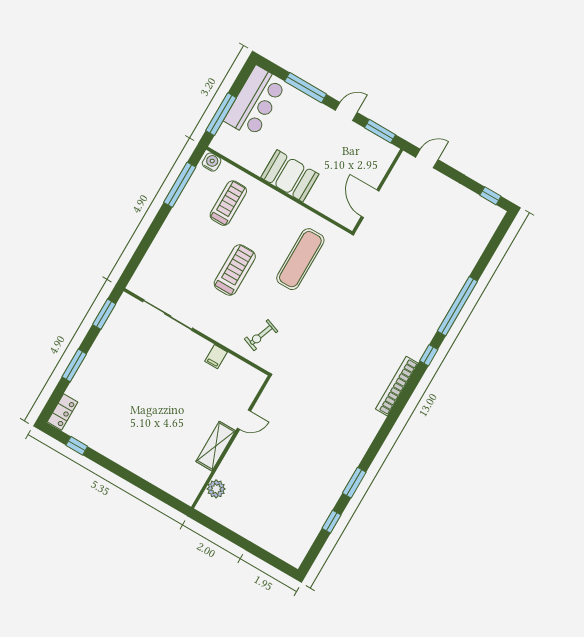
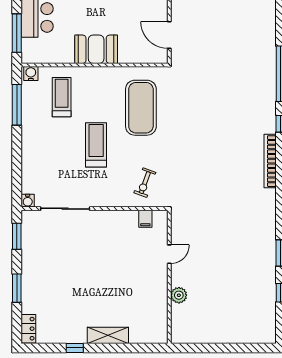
exercise mat: (300, 259) -> (141, 108), width x1.47
water cooler: (135, 286) -> (28, 201), added
filing cabinet: (216, 357) -> (145, 219), moved
window: (77, 446) -> (75, 348), moved
shelving: (216, 446) -> (108, 335), moved, turned 90
plant: (216, 489) -> (179, 295), moved

